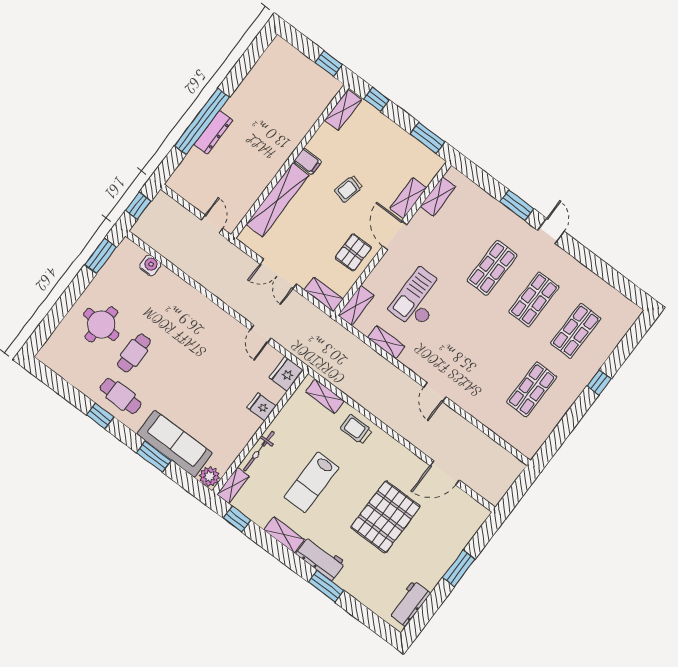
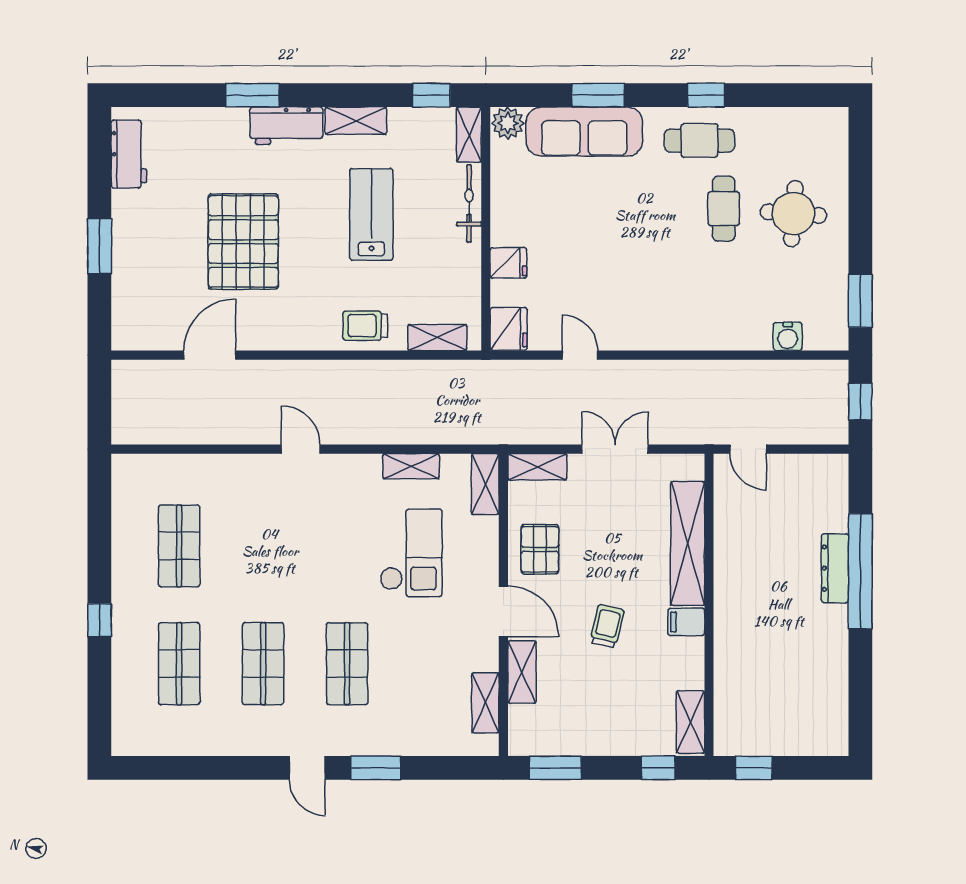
trolley: (356, 429) -> (365, 326), turned 180

